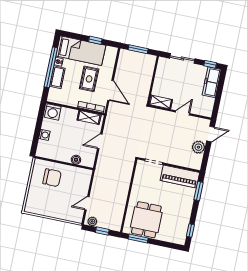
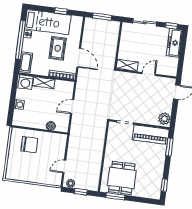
cot: (57, 77) -> (26, 62), moved
shelving: (89, 117) -> (44, 83), moved
plant: (198, 147) -> (164, 119), moved

